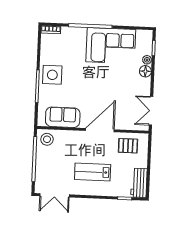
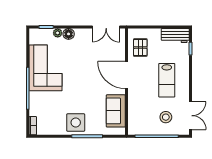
stool: (47, 139) -> (166, 117), moved

